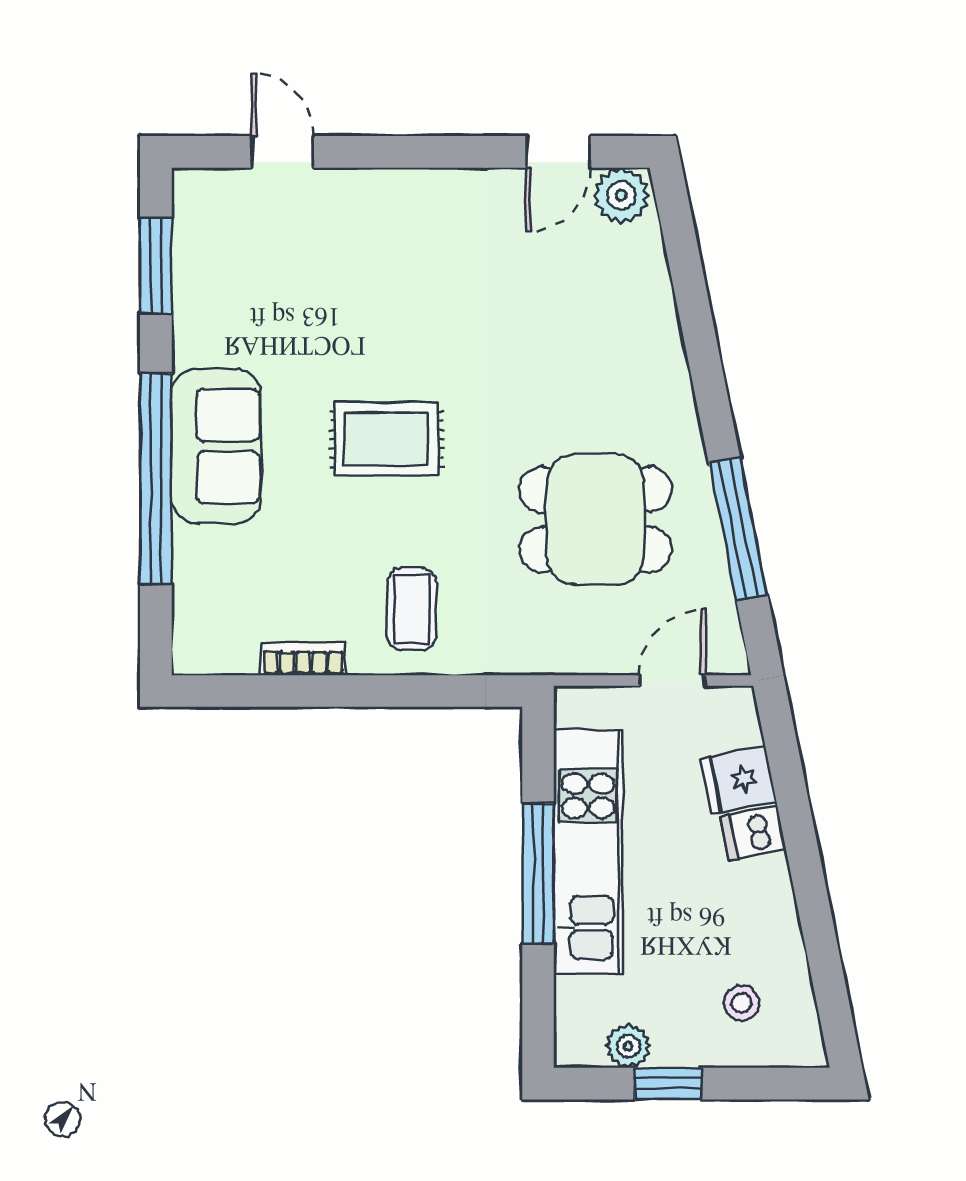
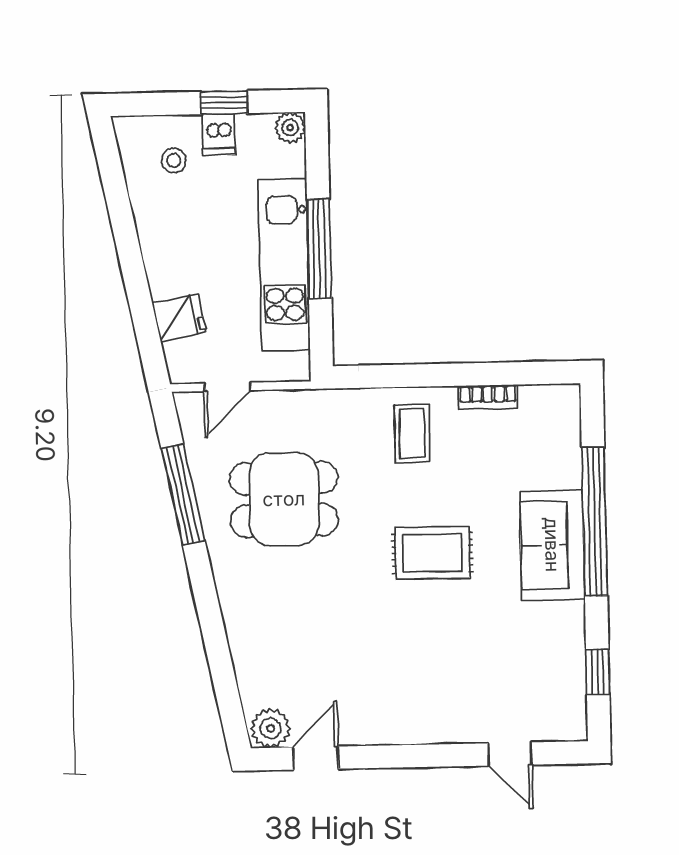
window: (156, 265) -> (598, 672), width x0.67
dishwasher: (753, 833) -> (219, 134), moved, turned 101
plant: (628, 1046) -> (290, 128), moved

